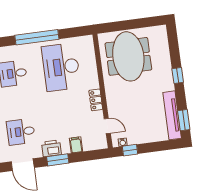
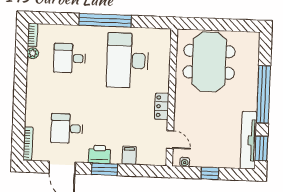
window: (178, 75) -> (263, 94), width x3.17
window: (130, 150) -> (210, 173), moved

